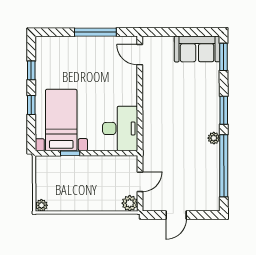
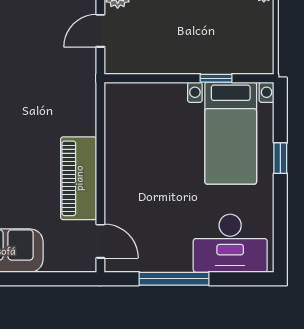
window: (31, 70) -> (280, 216), removed
piano: (153, 93) -> (79, 178), added
desk: (120, 128) -> (230, 243), moved, turned -90

